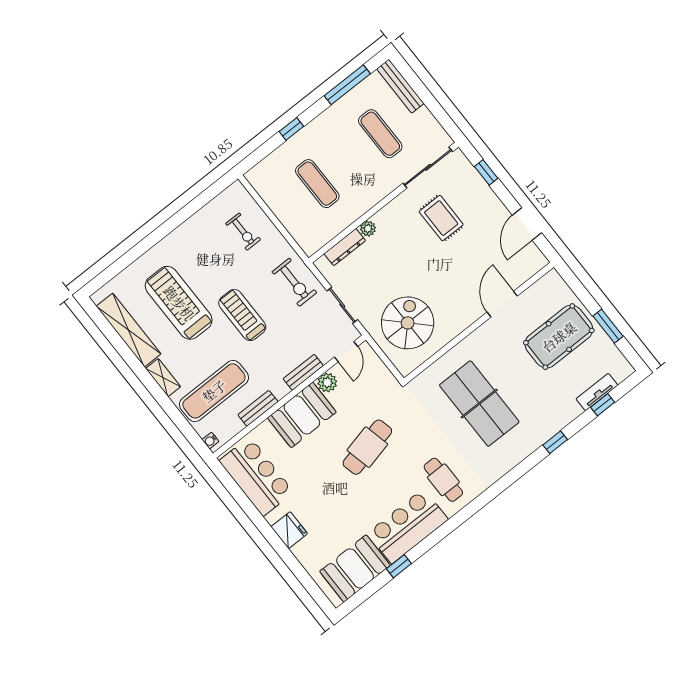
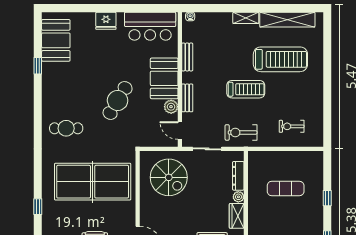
wardrobe: (391, 214) -> (237, 216), added
exercise mat: (214, 391) -> (216, 40), removed
table tennis table: (479, 404) -> (93, 182), width x1.36, depth x1.32
cafe table: (367, 447) -> (118, 101), turned 44
bar counter: (408, 526) -> (56, 88), removed

